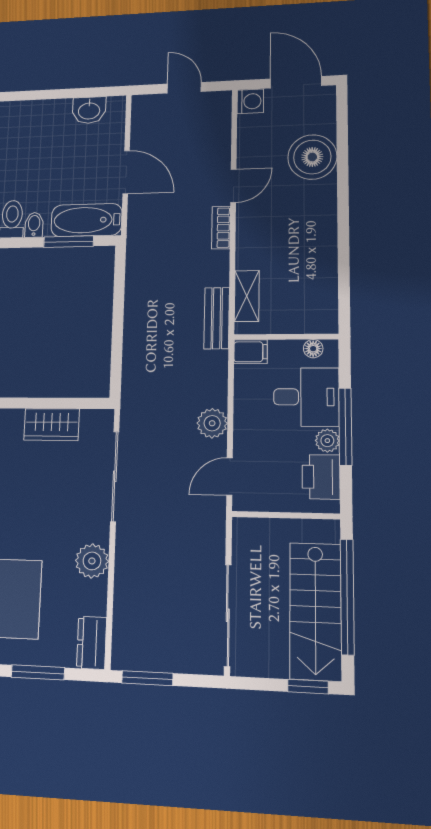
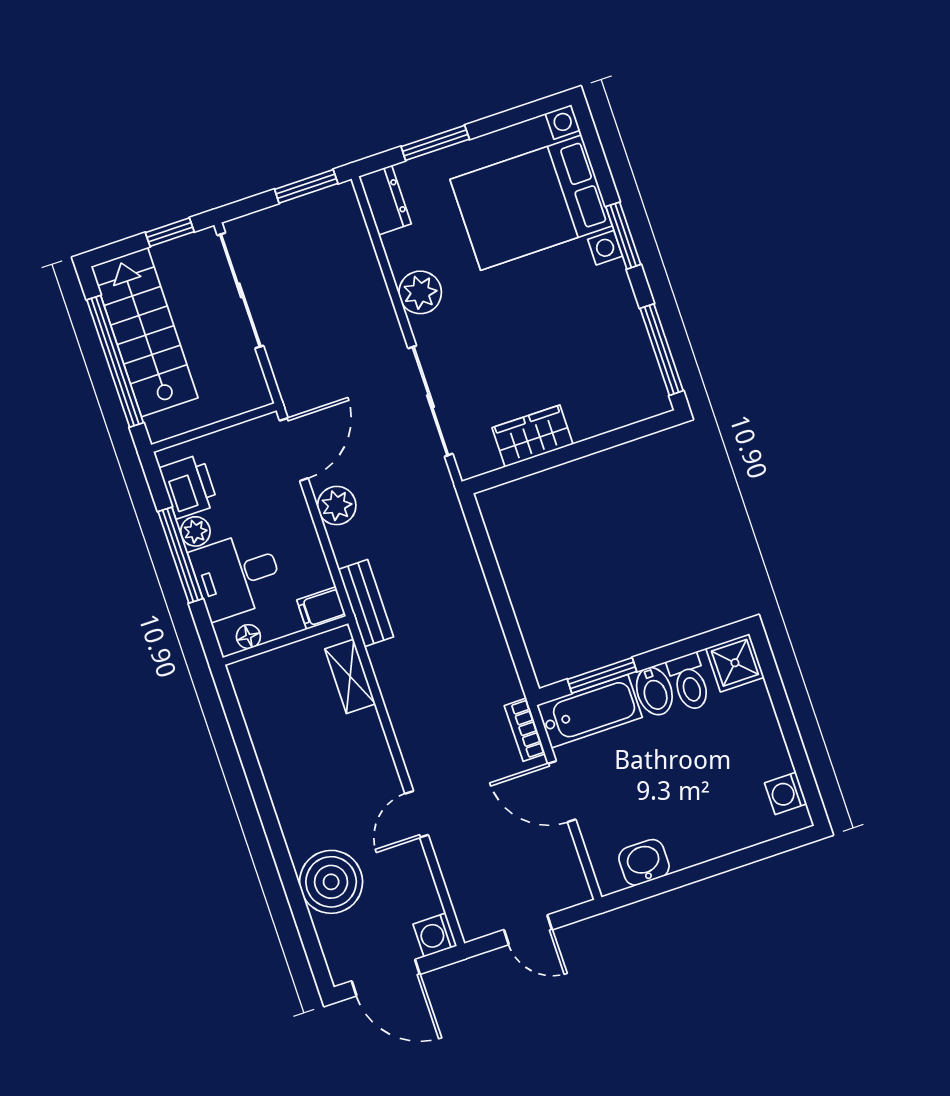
bidet: (34, 225) -> (654, 691), width x1.38, depth x1.36
bookcase: (221, 228) -> (525, 730), moved, turned 180
bench: (217, 318) -> (366, 603), moved
door: (230, 477) -> (294, 449), width x1.38
window: (308, 687) -> (170, 232), moved

